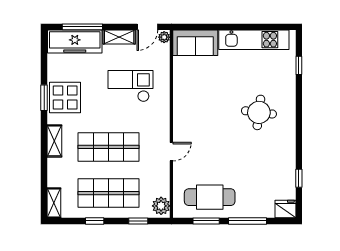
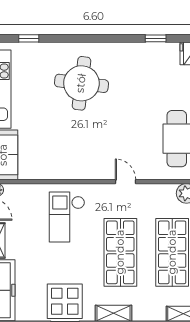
checkout: (131, 86) -> (67, 217), moved
round table: (259, 112) -> (81, 83), width x1.36, depth x1.36

